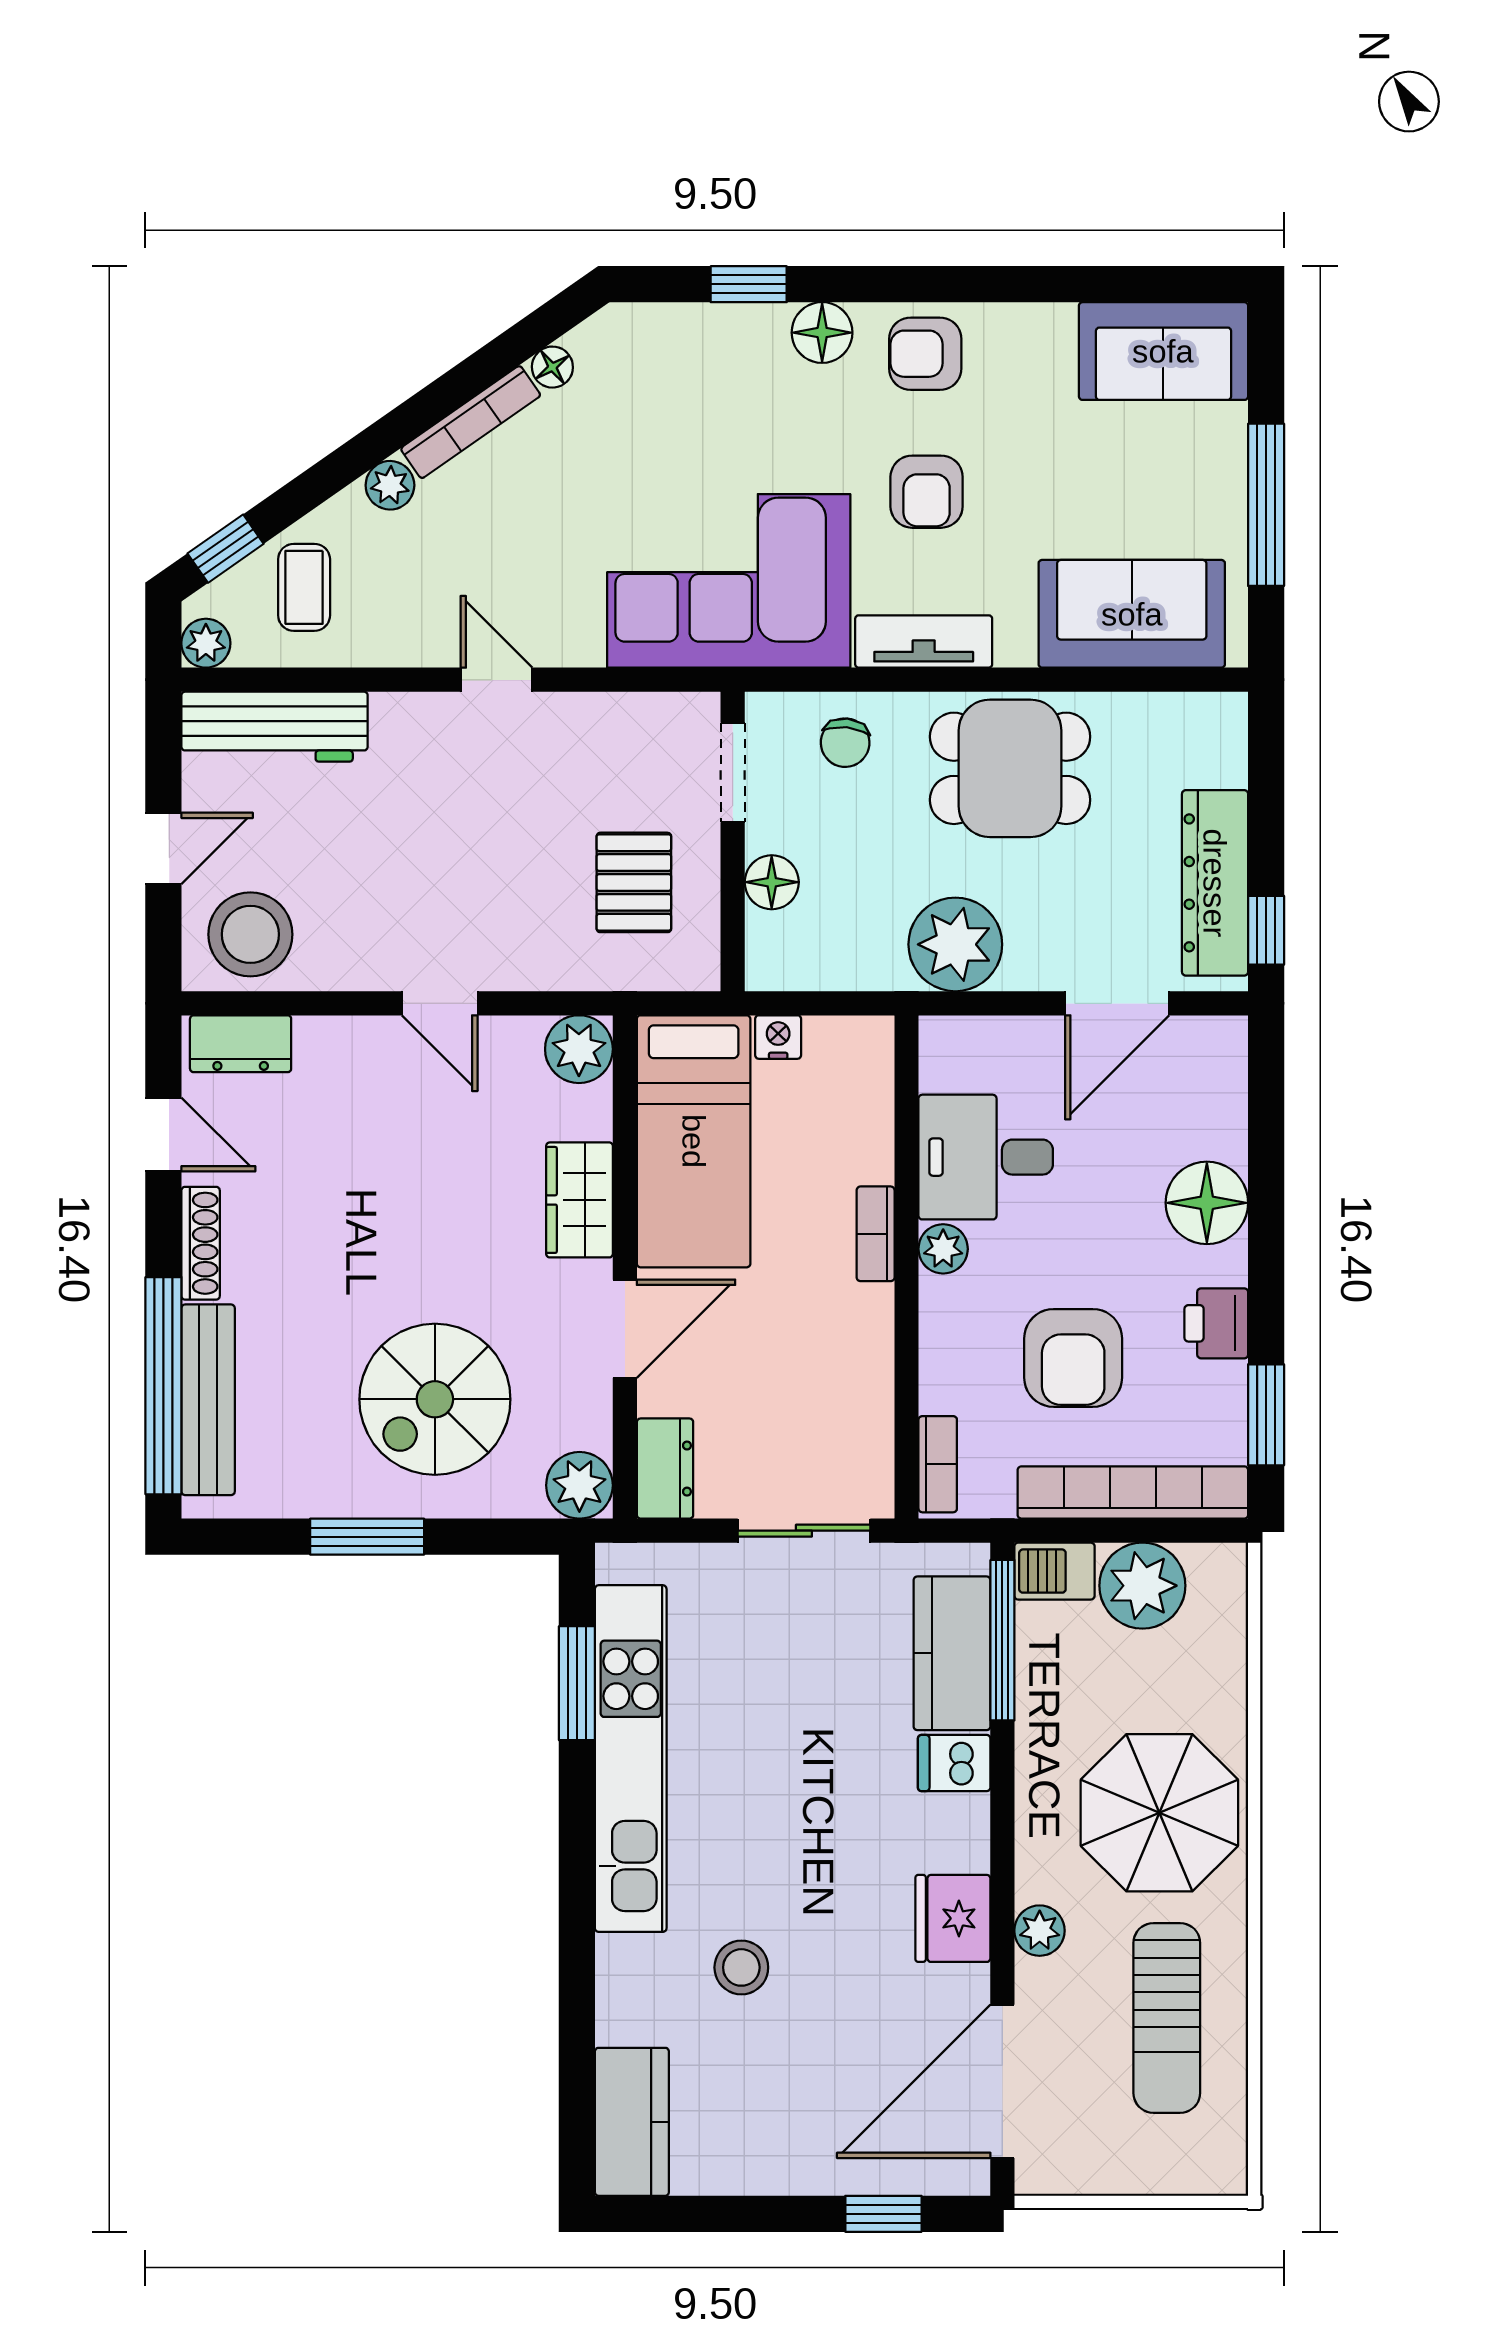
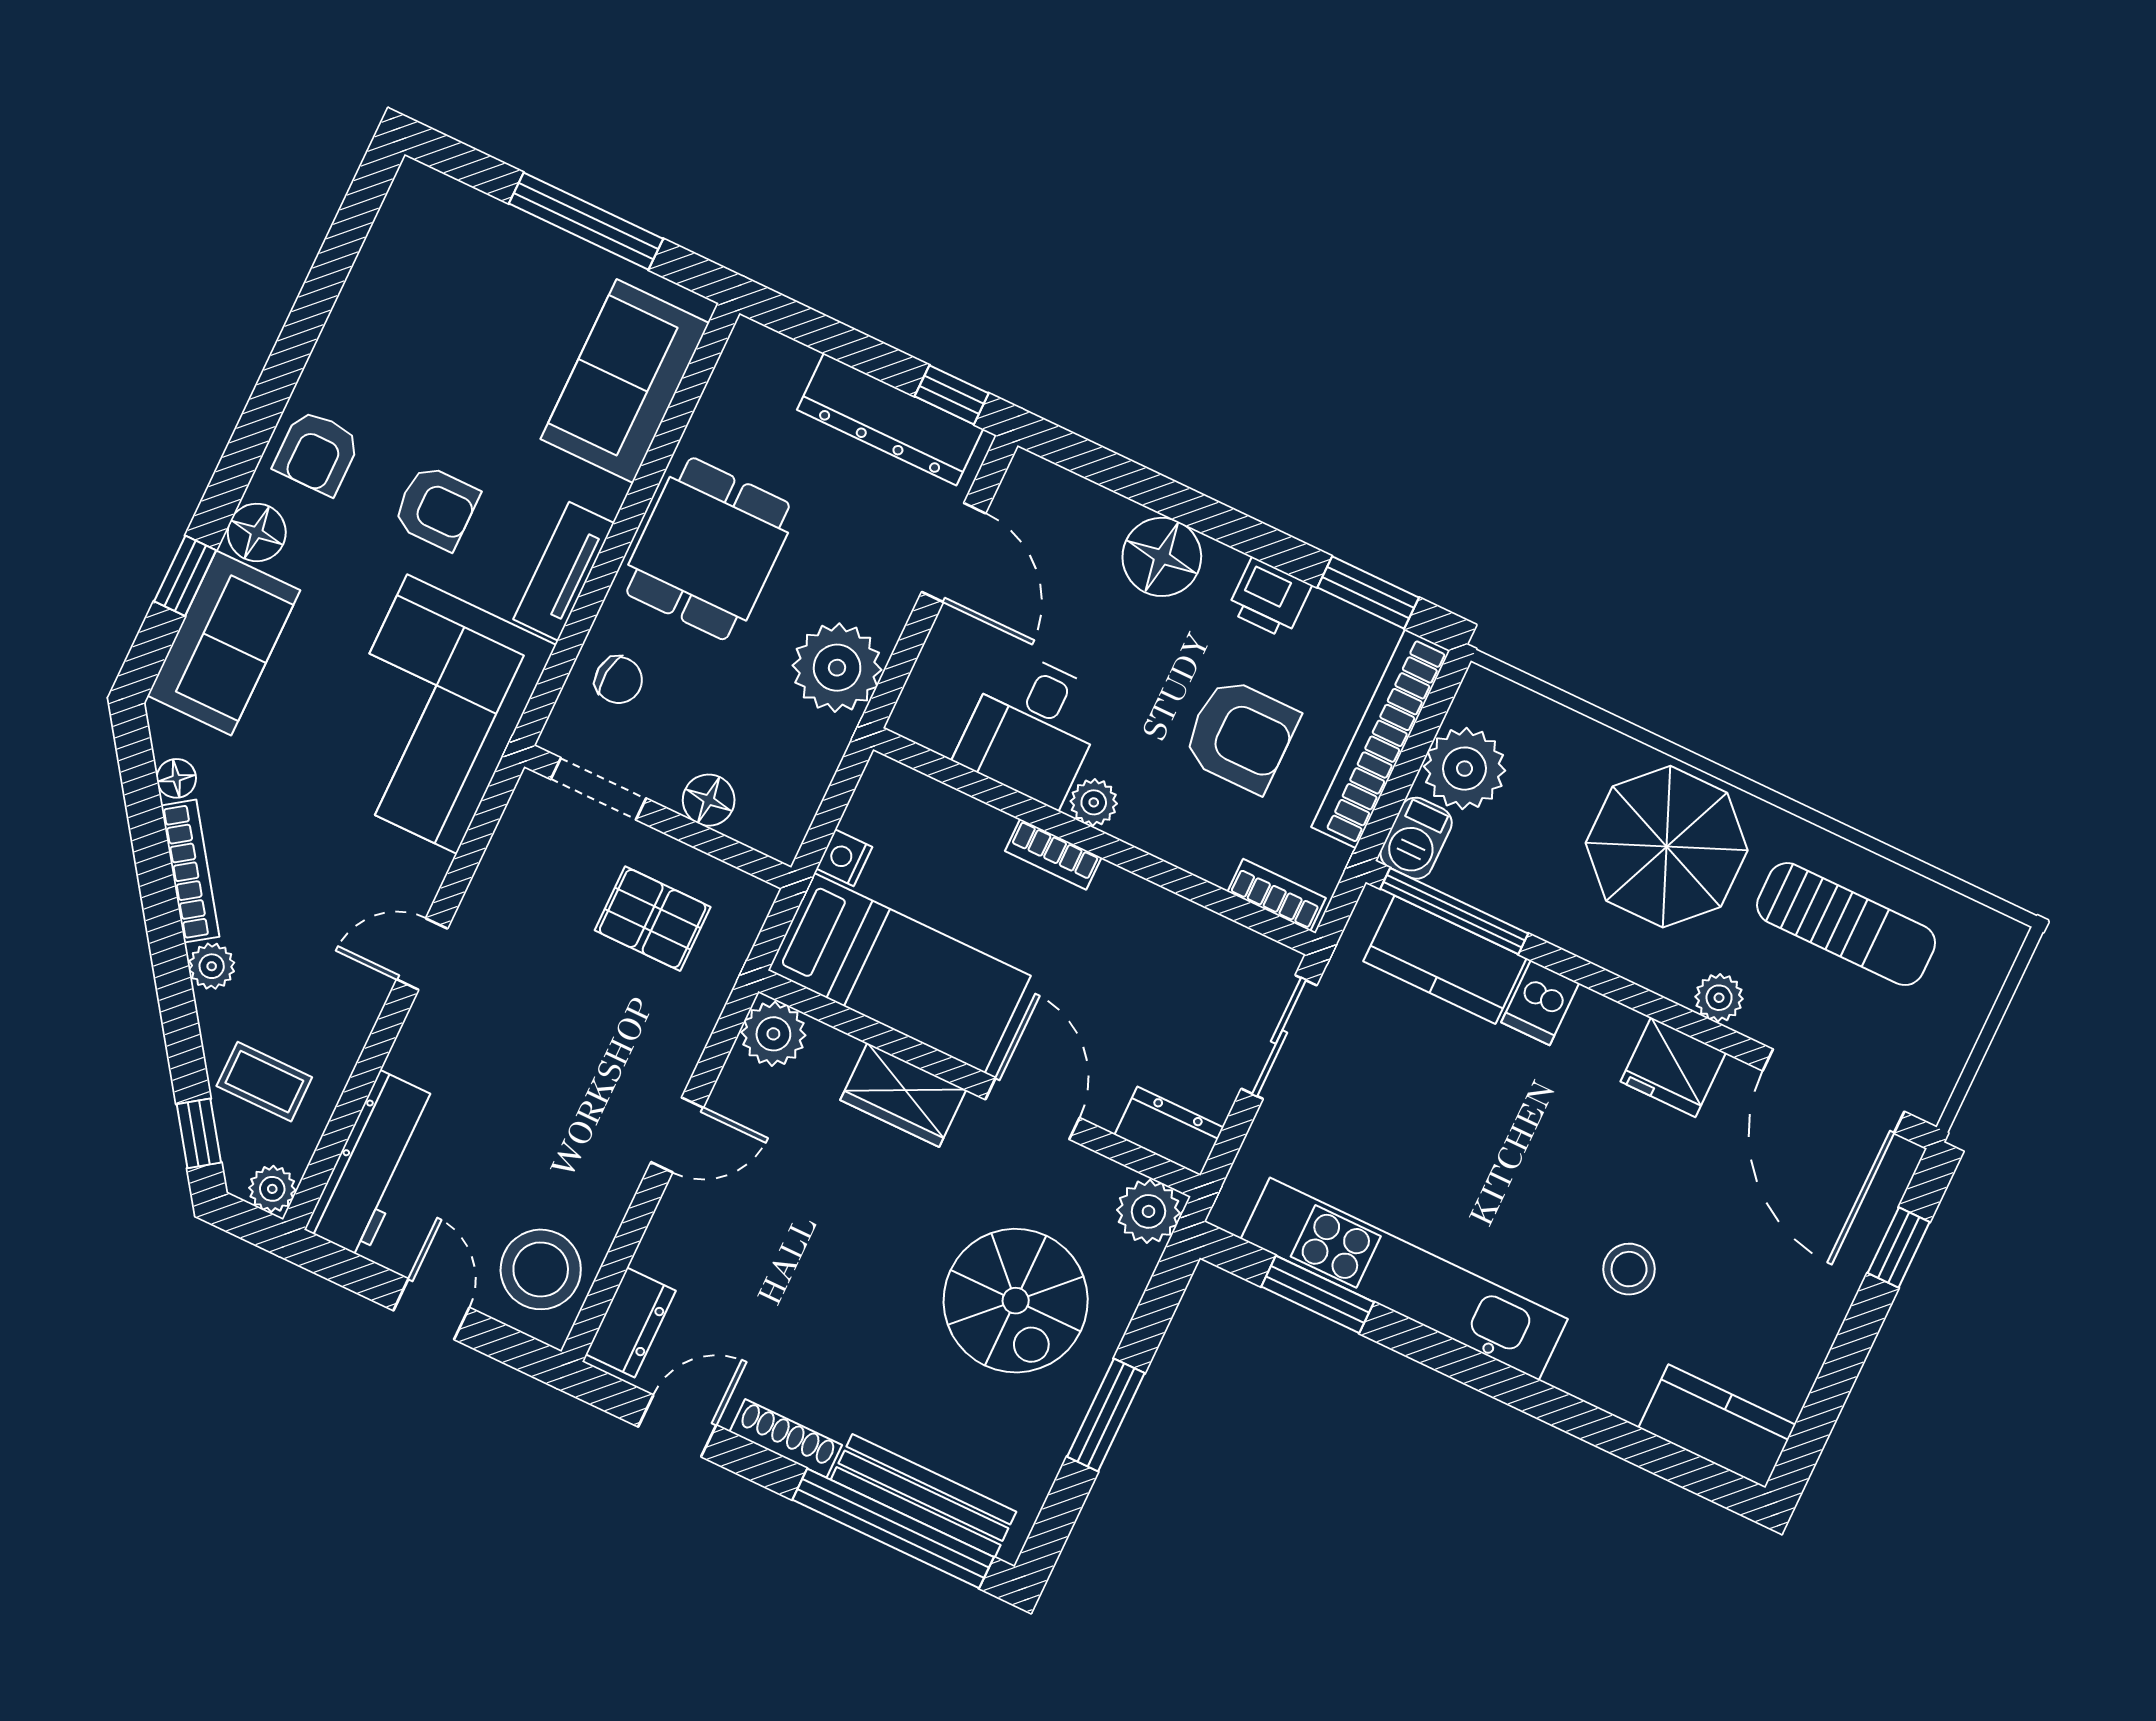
sofa: (1163, 351) -> (224, 643), moved

